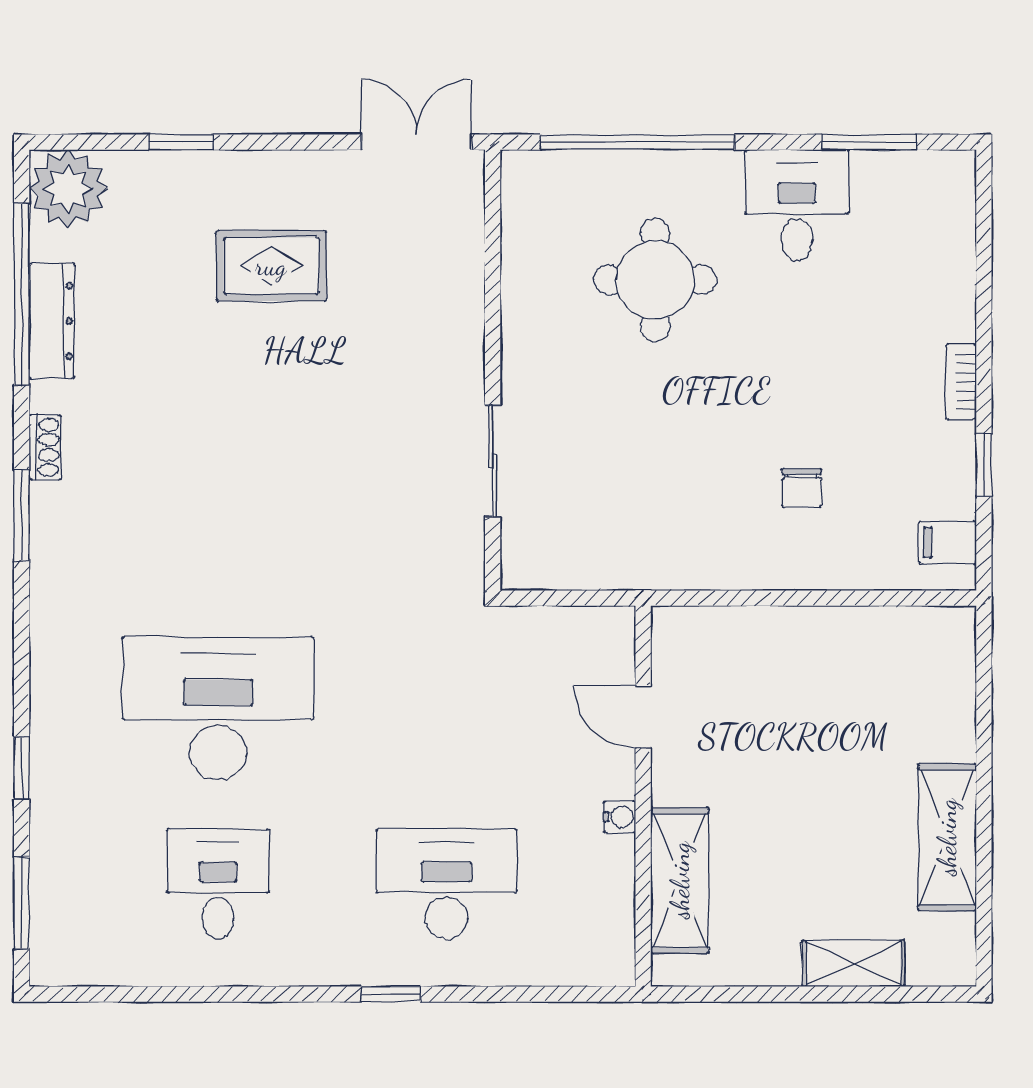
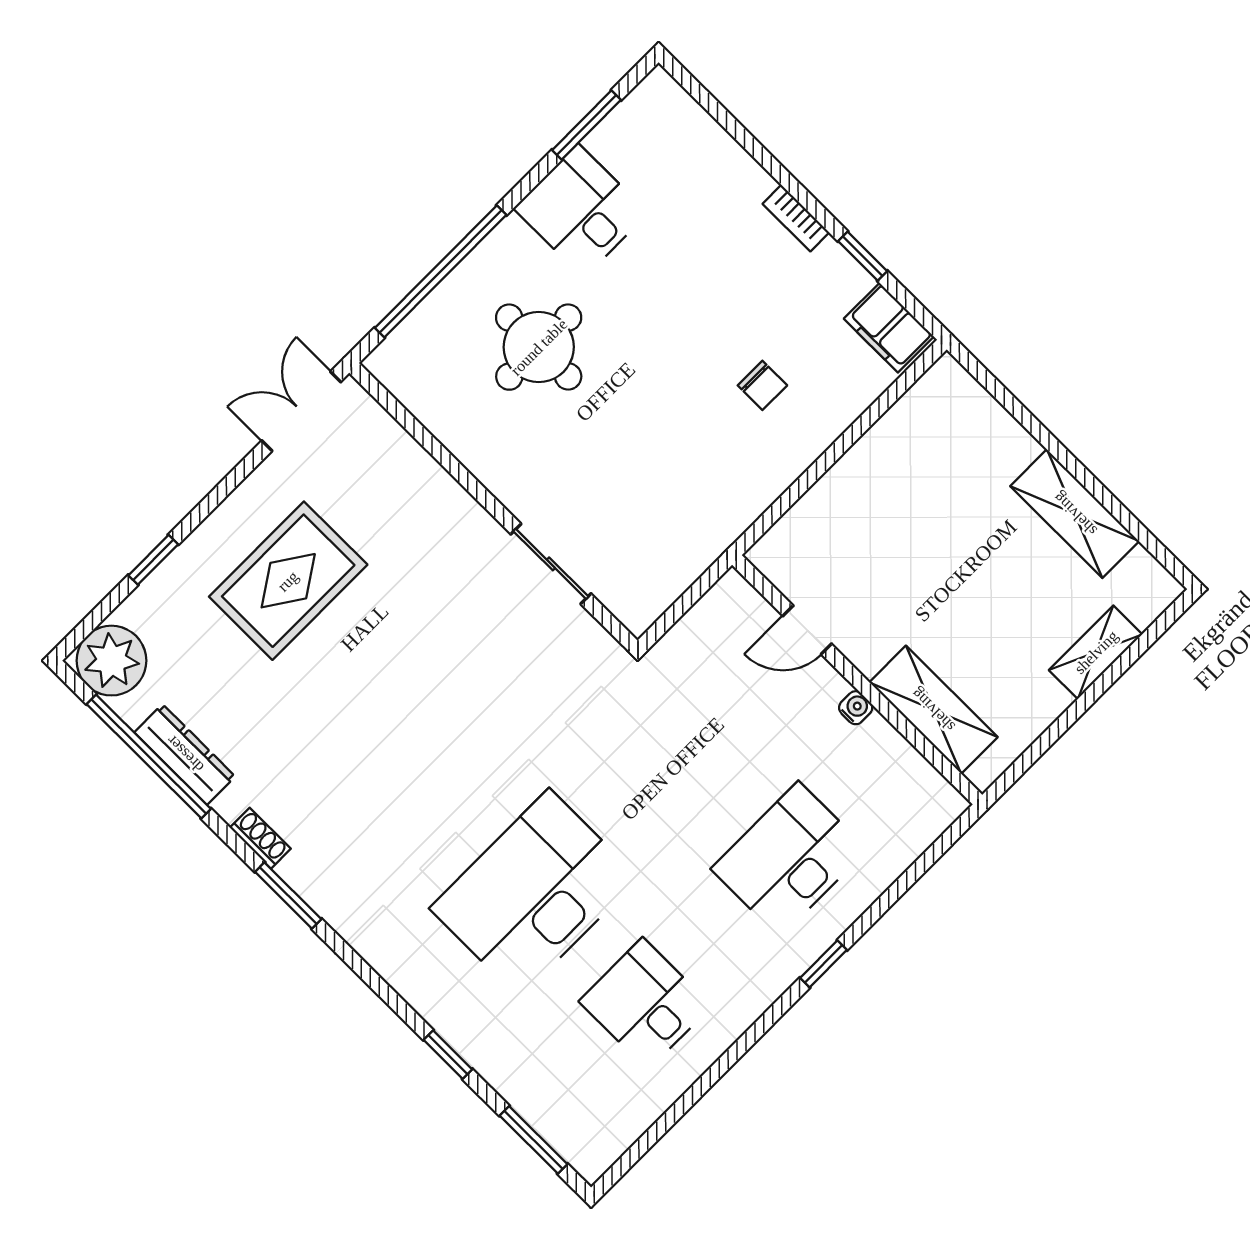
rug: (271, 266) -> (288, 581), width x1.36, depth x1.43
filing cabinet: (948, 542) -> (889, 328), width x2.00

